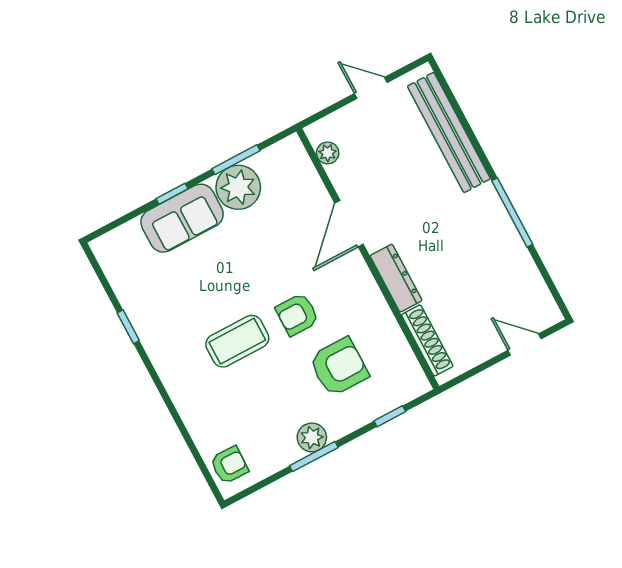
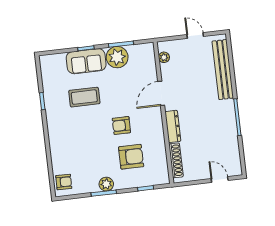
coffee table: (237, 341) -> (84, 97), moved

